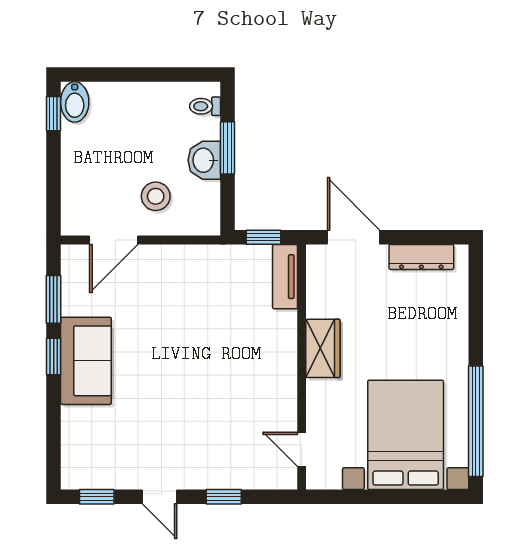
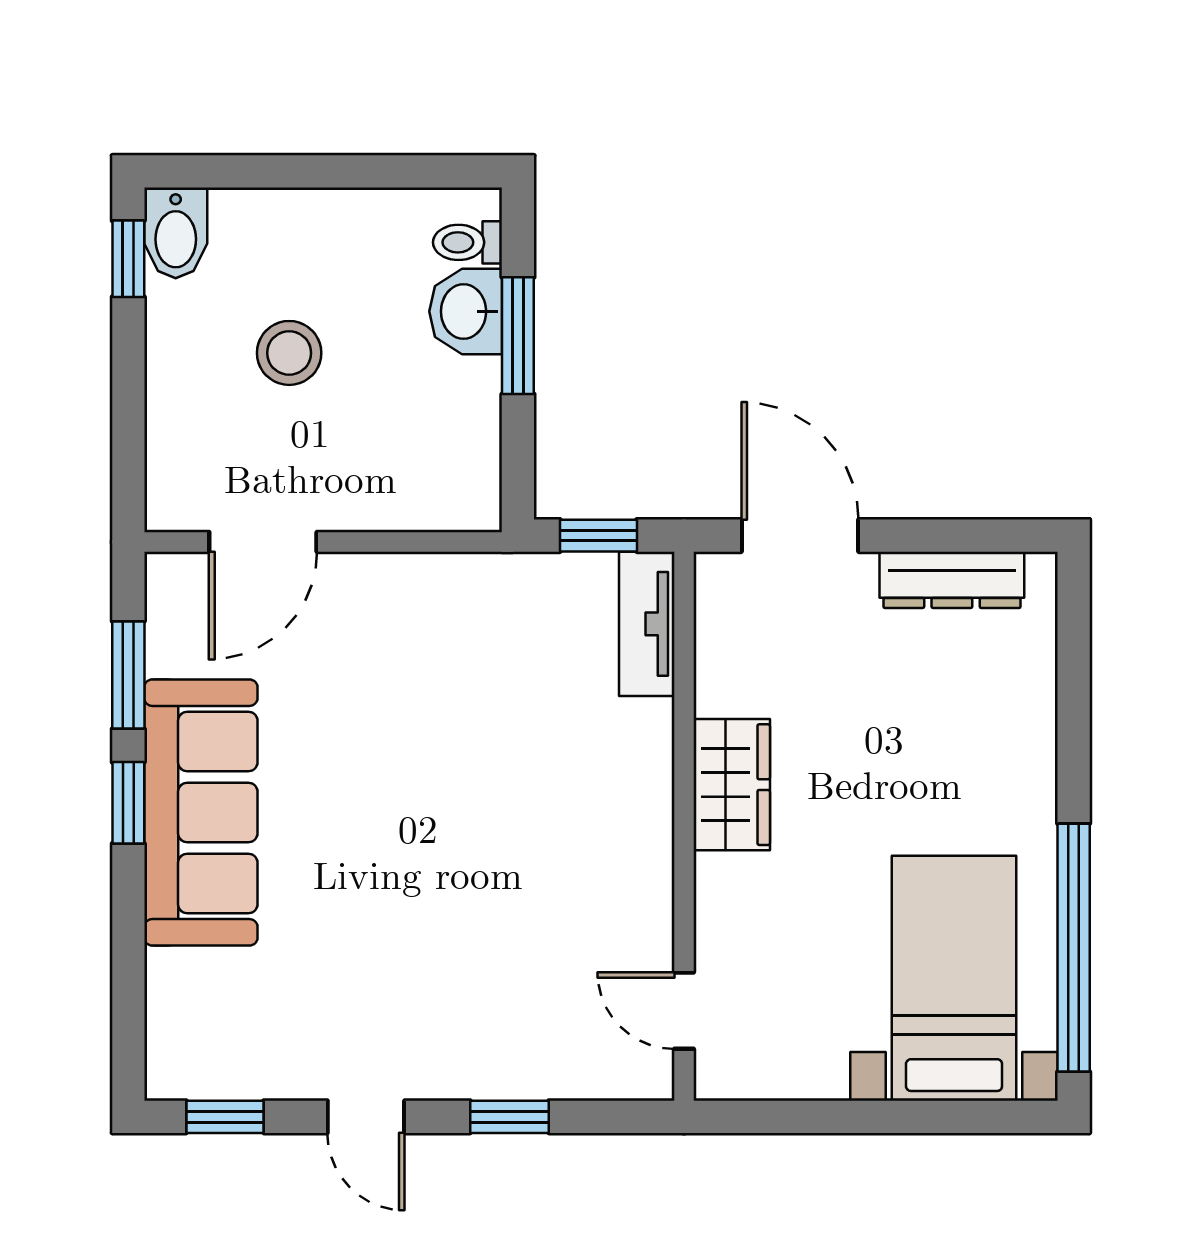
washbasin: (204, 160) -> (466, 311), moved
stool: (156, 196) -> (289, 353), moved
sofa: (86, 361) -> (201, 812), width x1.36
bed with nightstands: (406, 435) -> (954, 978), width x0.73

